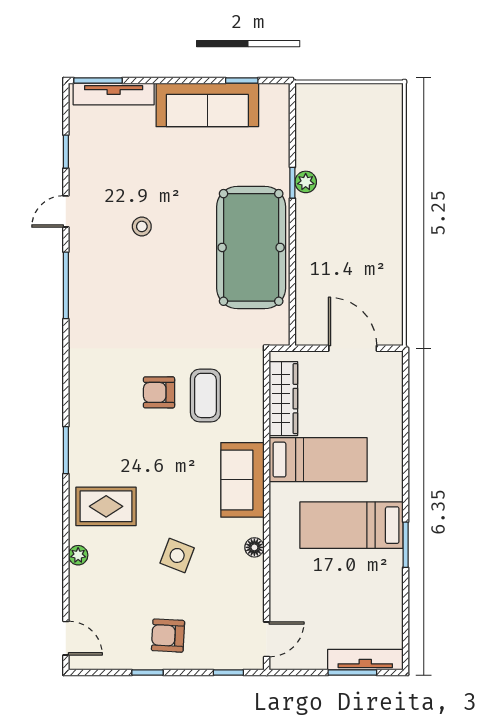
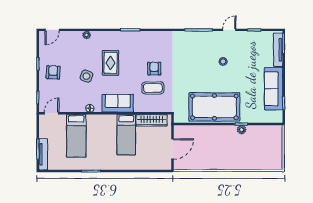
door: (66, 211) -> (229, 30), hinge flipped
rug: (106, 506) -> (111, 63), moved
bed: (351, 525) -> (76, 136), moved, turned 180
door: (267, 639) -> (52, 113), swing flipped

